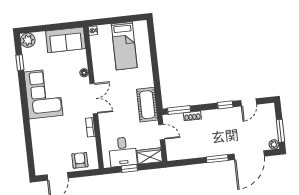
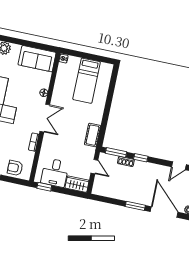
cot: (147, 105) -> (93, 135), width x0.73, depth x0.75
window: (225, 105) -> (141, 158), moved
door: (249, 155) -> (164, 212), swing flipped
armchair: (80, 160) -> (15, 168), turned -90
window: (129, 168) -> (44, 187), moved

